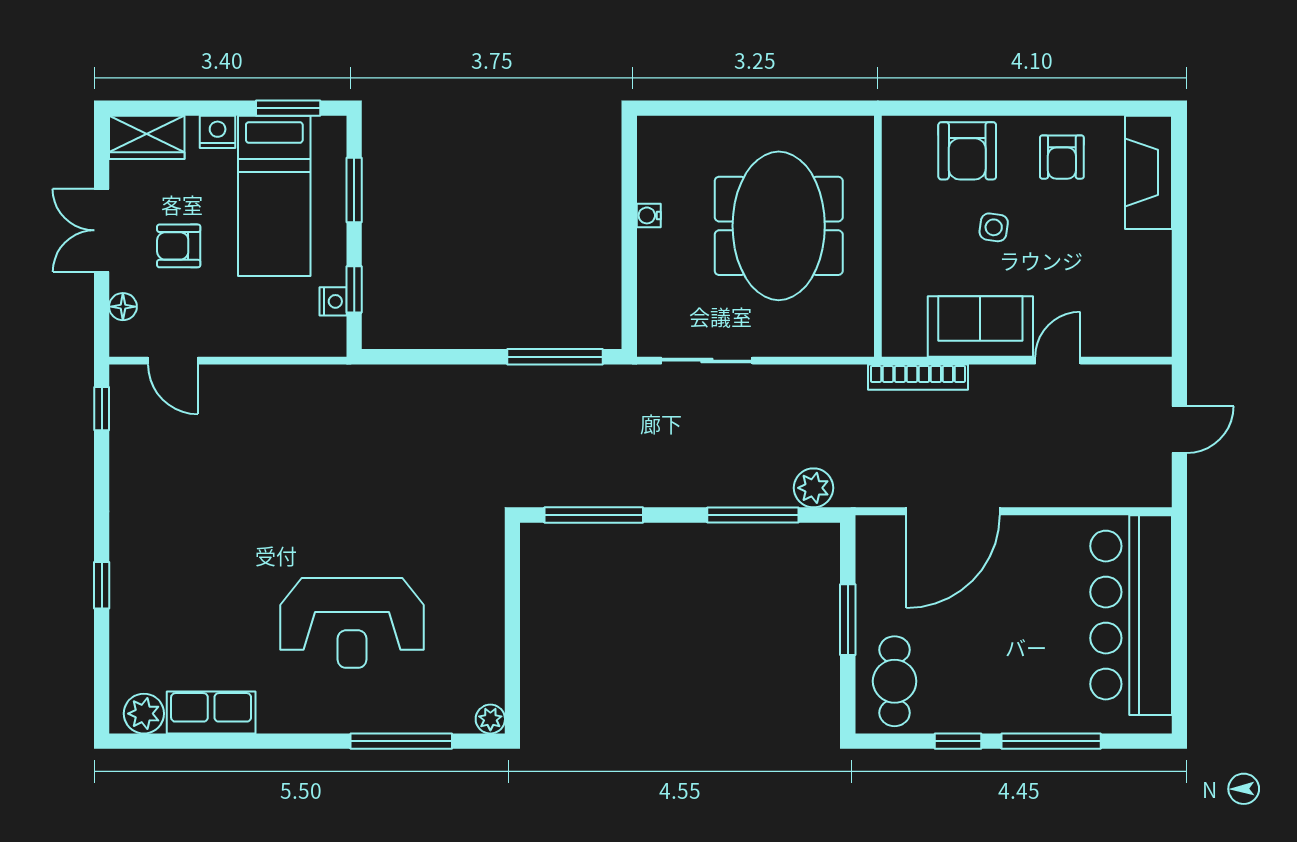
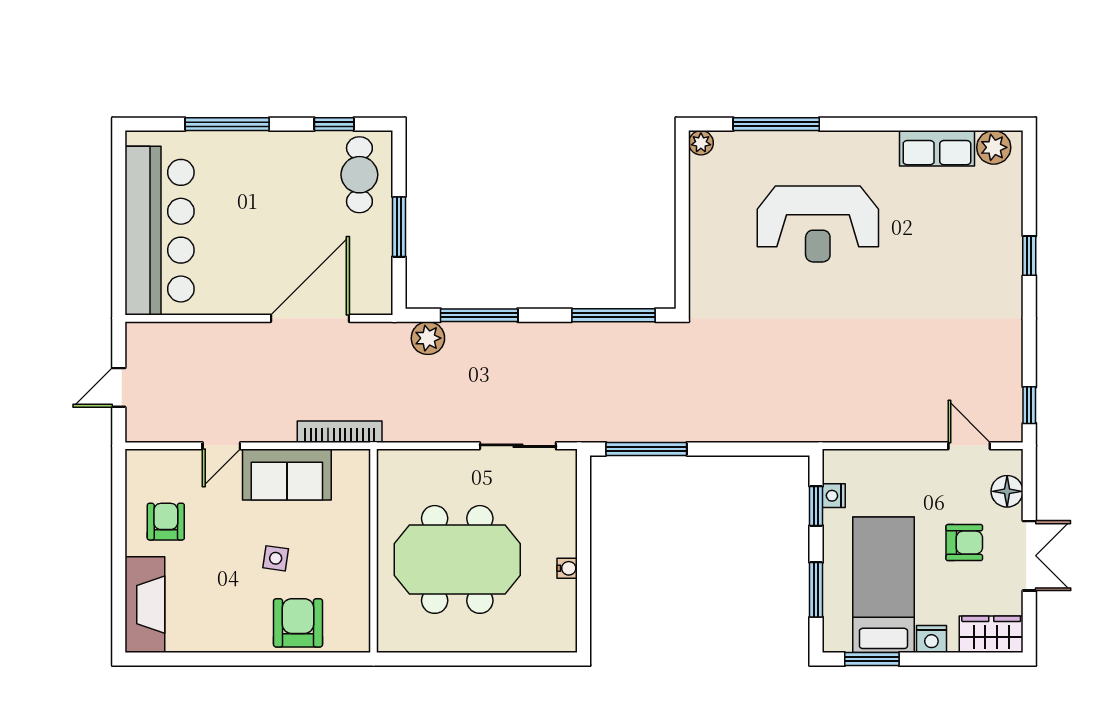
armchair: (1062, 157) -> (166, 522), moved
meeting table: (779, 226) -> (457, 559), turned 90
floor lamp: (123, 307) -> (1007, 491), width x1.37, depth x1.37
reception desk: (352, 623) -> (818, 224), turned 180
window: (958, 741) -> (334, 124), moved

